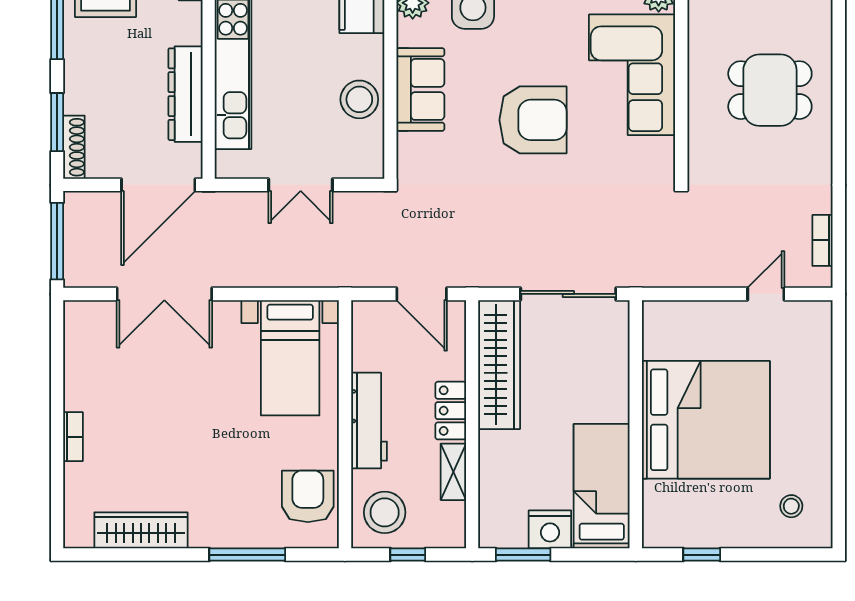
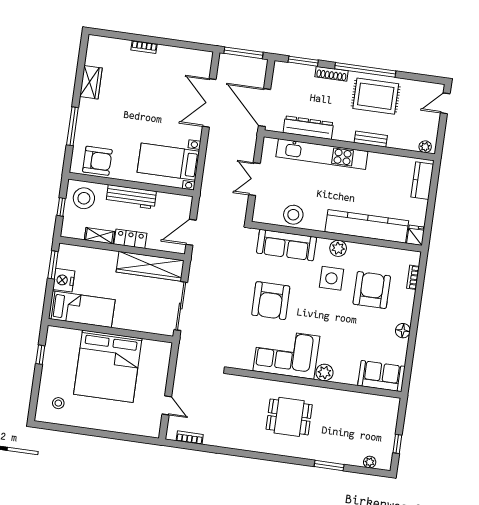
sofa: (420, 89) -> (286, 245), width x1.36
dining table: (770, 90) -> (289, 417), moved, turned 90
shoe rack: (74, 147) -> (332, 74), moved
wardrobe: (141, 530) -> (91, 82), width x0.67

